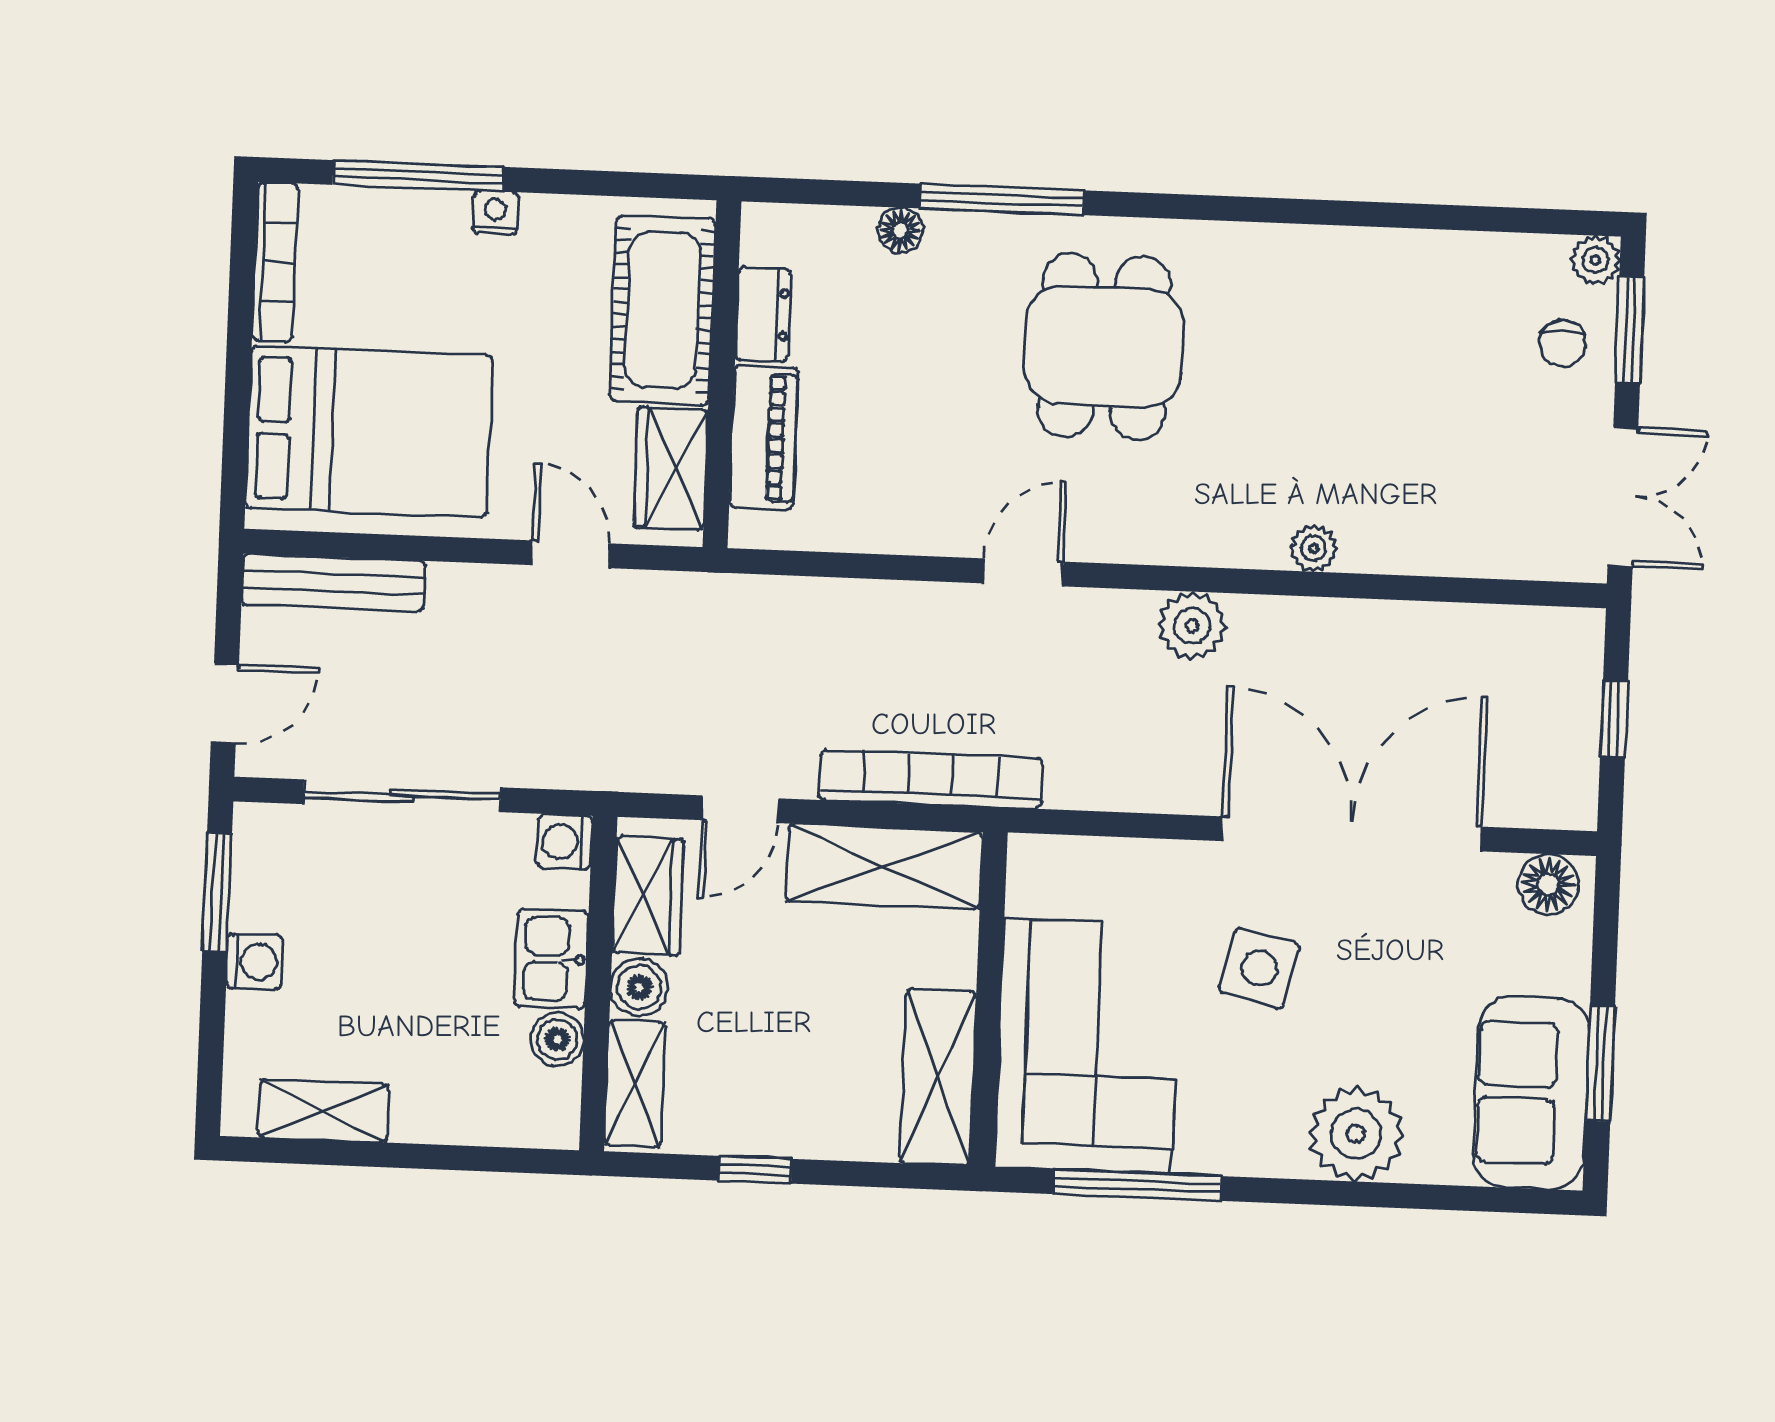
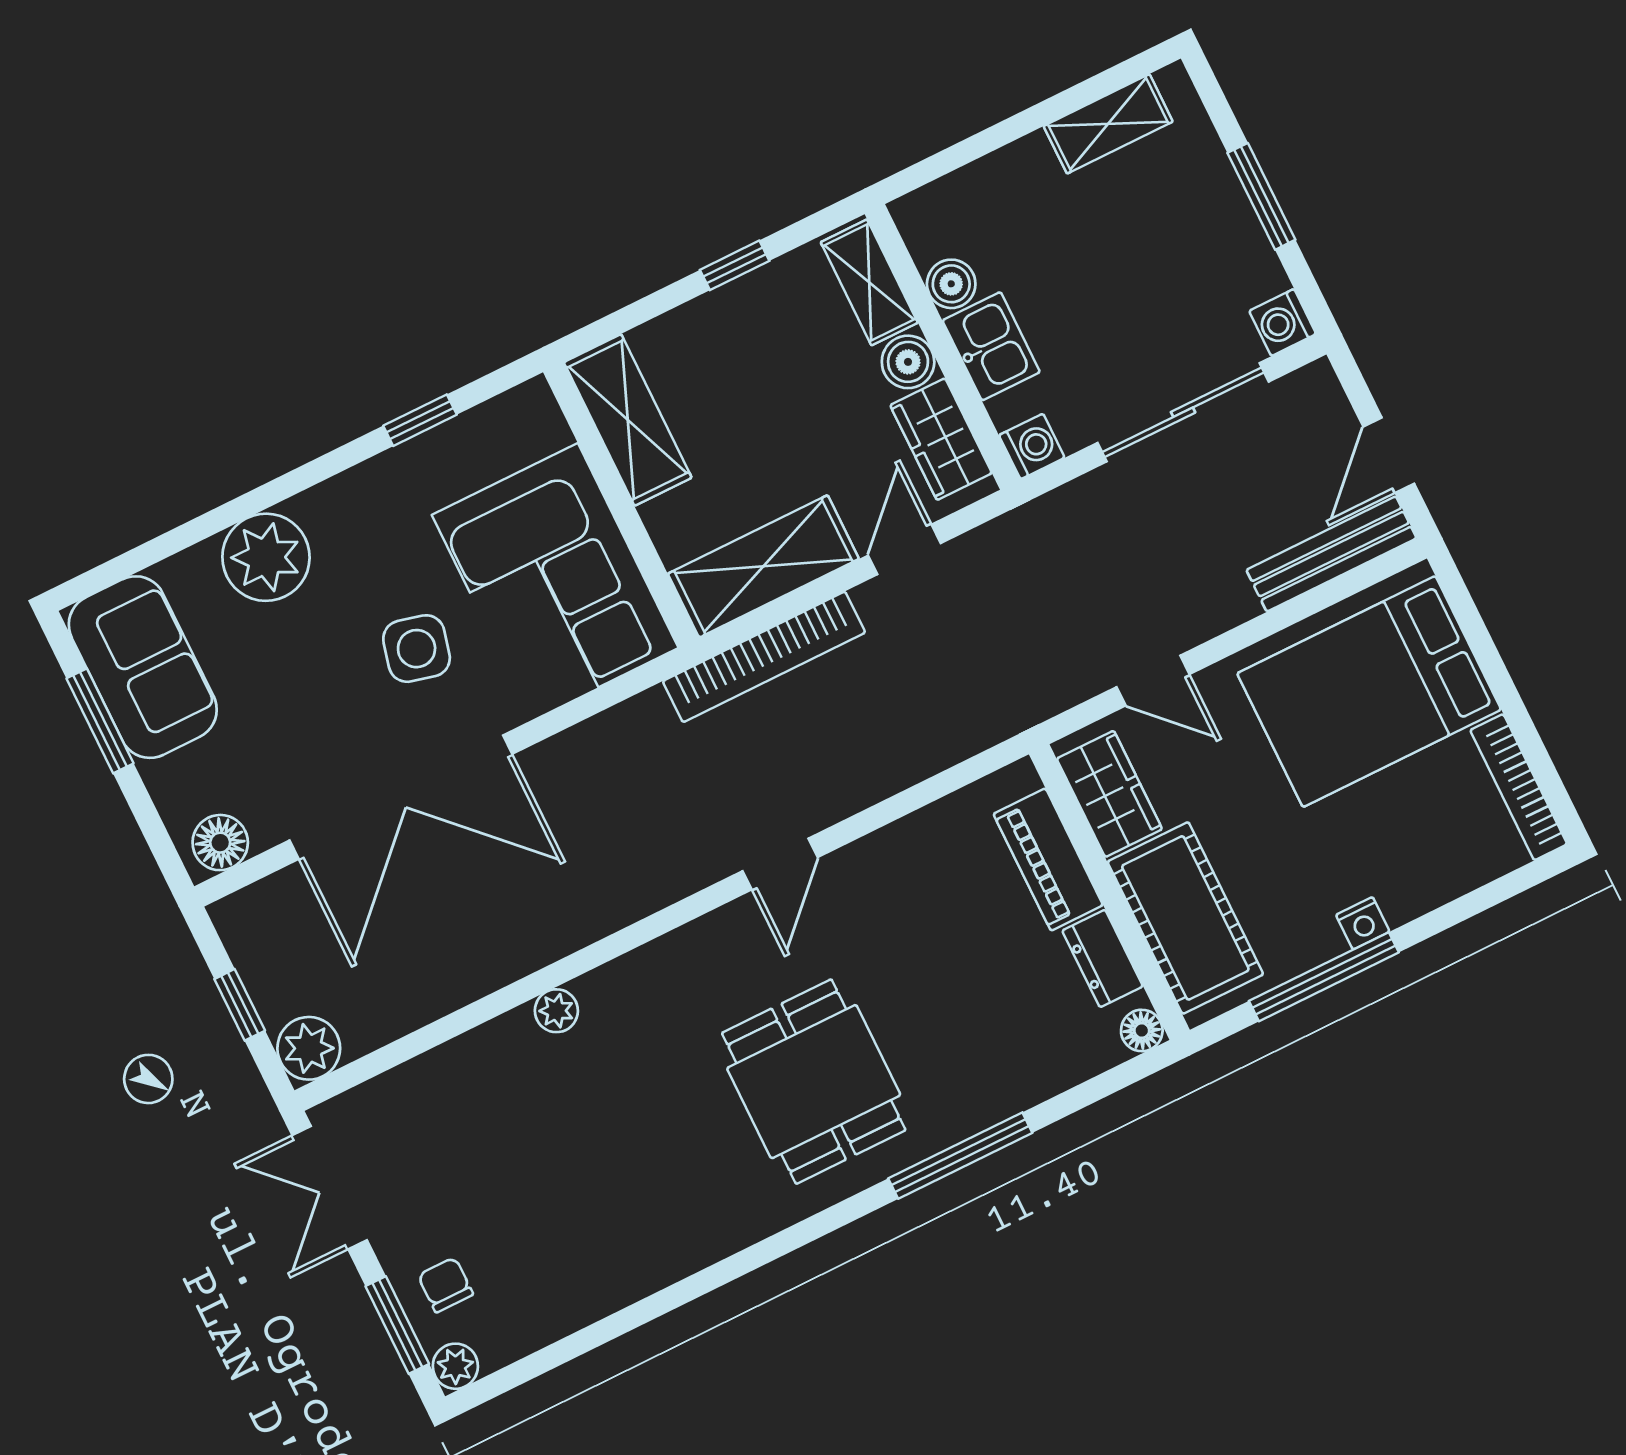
window: (418, 176) -> (1324, 977), moved
floor lamp: (900, 230) -> (1142, 1031), moved
plant: (1192, 626) -> (309, 1048), moved
door: (225, 703) -> (1389, 455), moved
window: (217, 892) -> (1261, 196), moved
washing machine: (254, 962) -> (1283, 322), moved
corner sofa: (1088, 1046) -> (555, 581), moved
window: (1137, 1185) -> (420, 420), width x0.46

